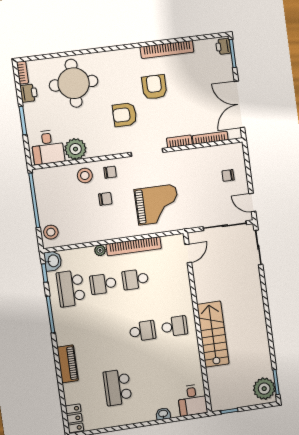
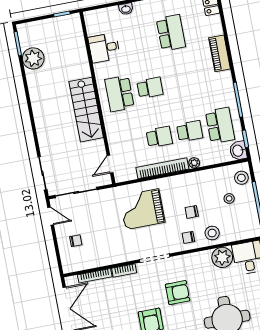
stool: (65, 211) -> (229, 198), added
school desk: (174, 326) -> (119, 94), width x1.85
school desk: (142, 331) -> (150, 88), turned 180
stairs: (213, 334) -> (86, 110), moved
plant: (264, 389) -> (33, 58), moved
desk: (192, 400) -> (104, 48), moved, turned -90

